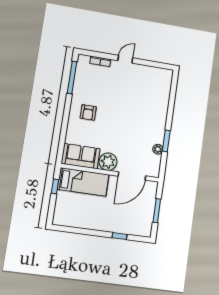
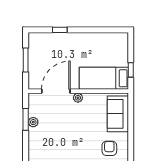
window: (166, 141) -> (26, 119), moved
sofa: (81, 156) -> (118, 114), moved, turned 90
plant: (108, 162) -> (78, 98), width x0.53, depth x0.53

